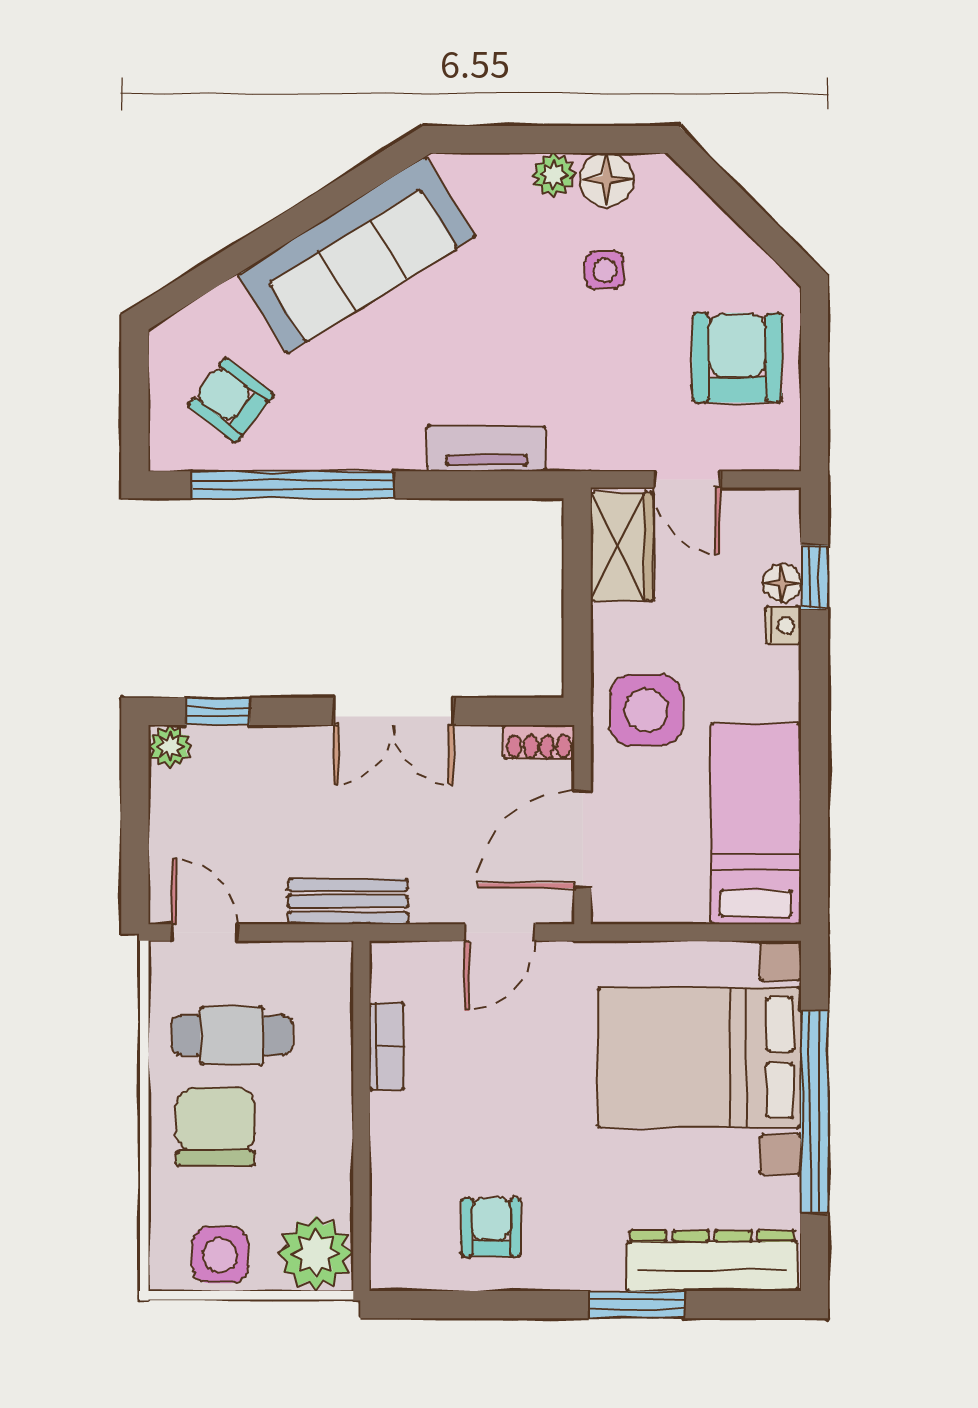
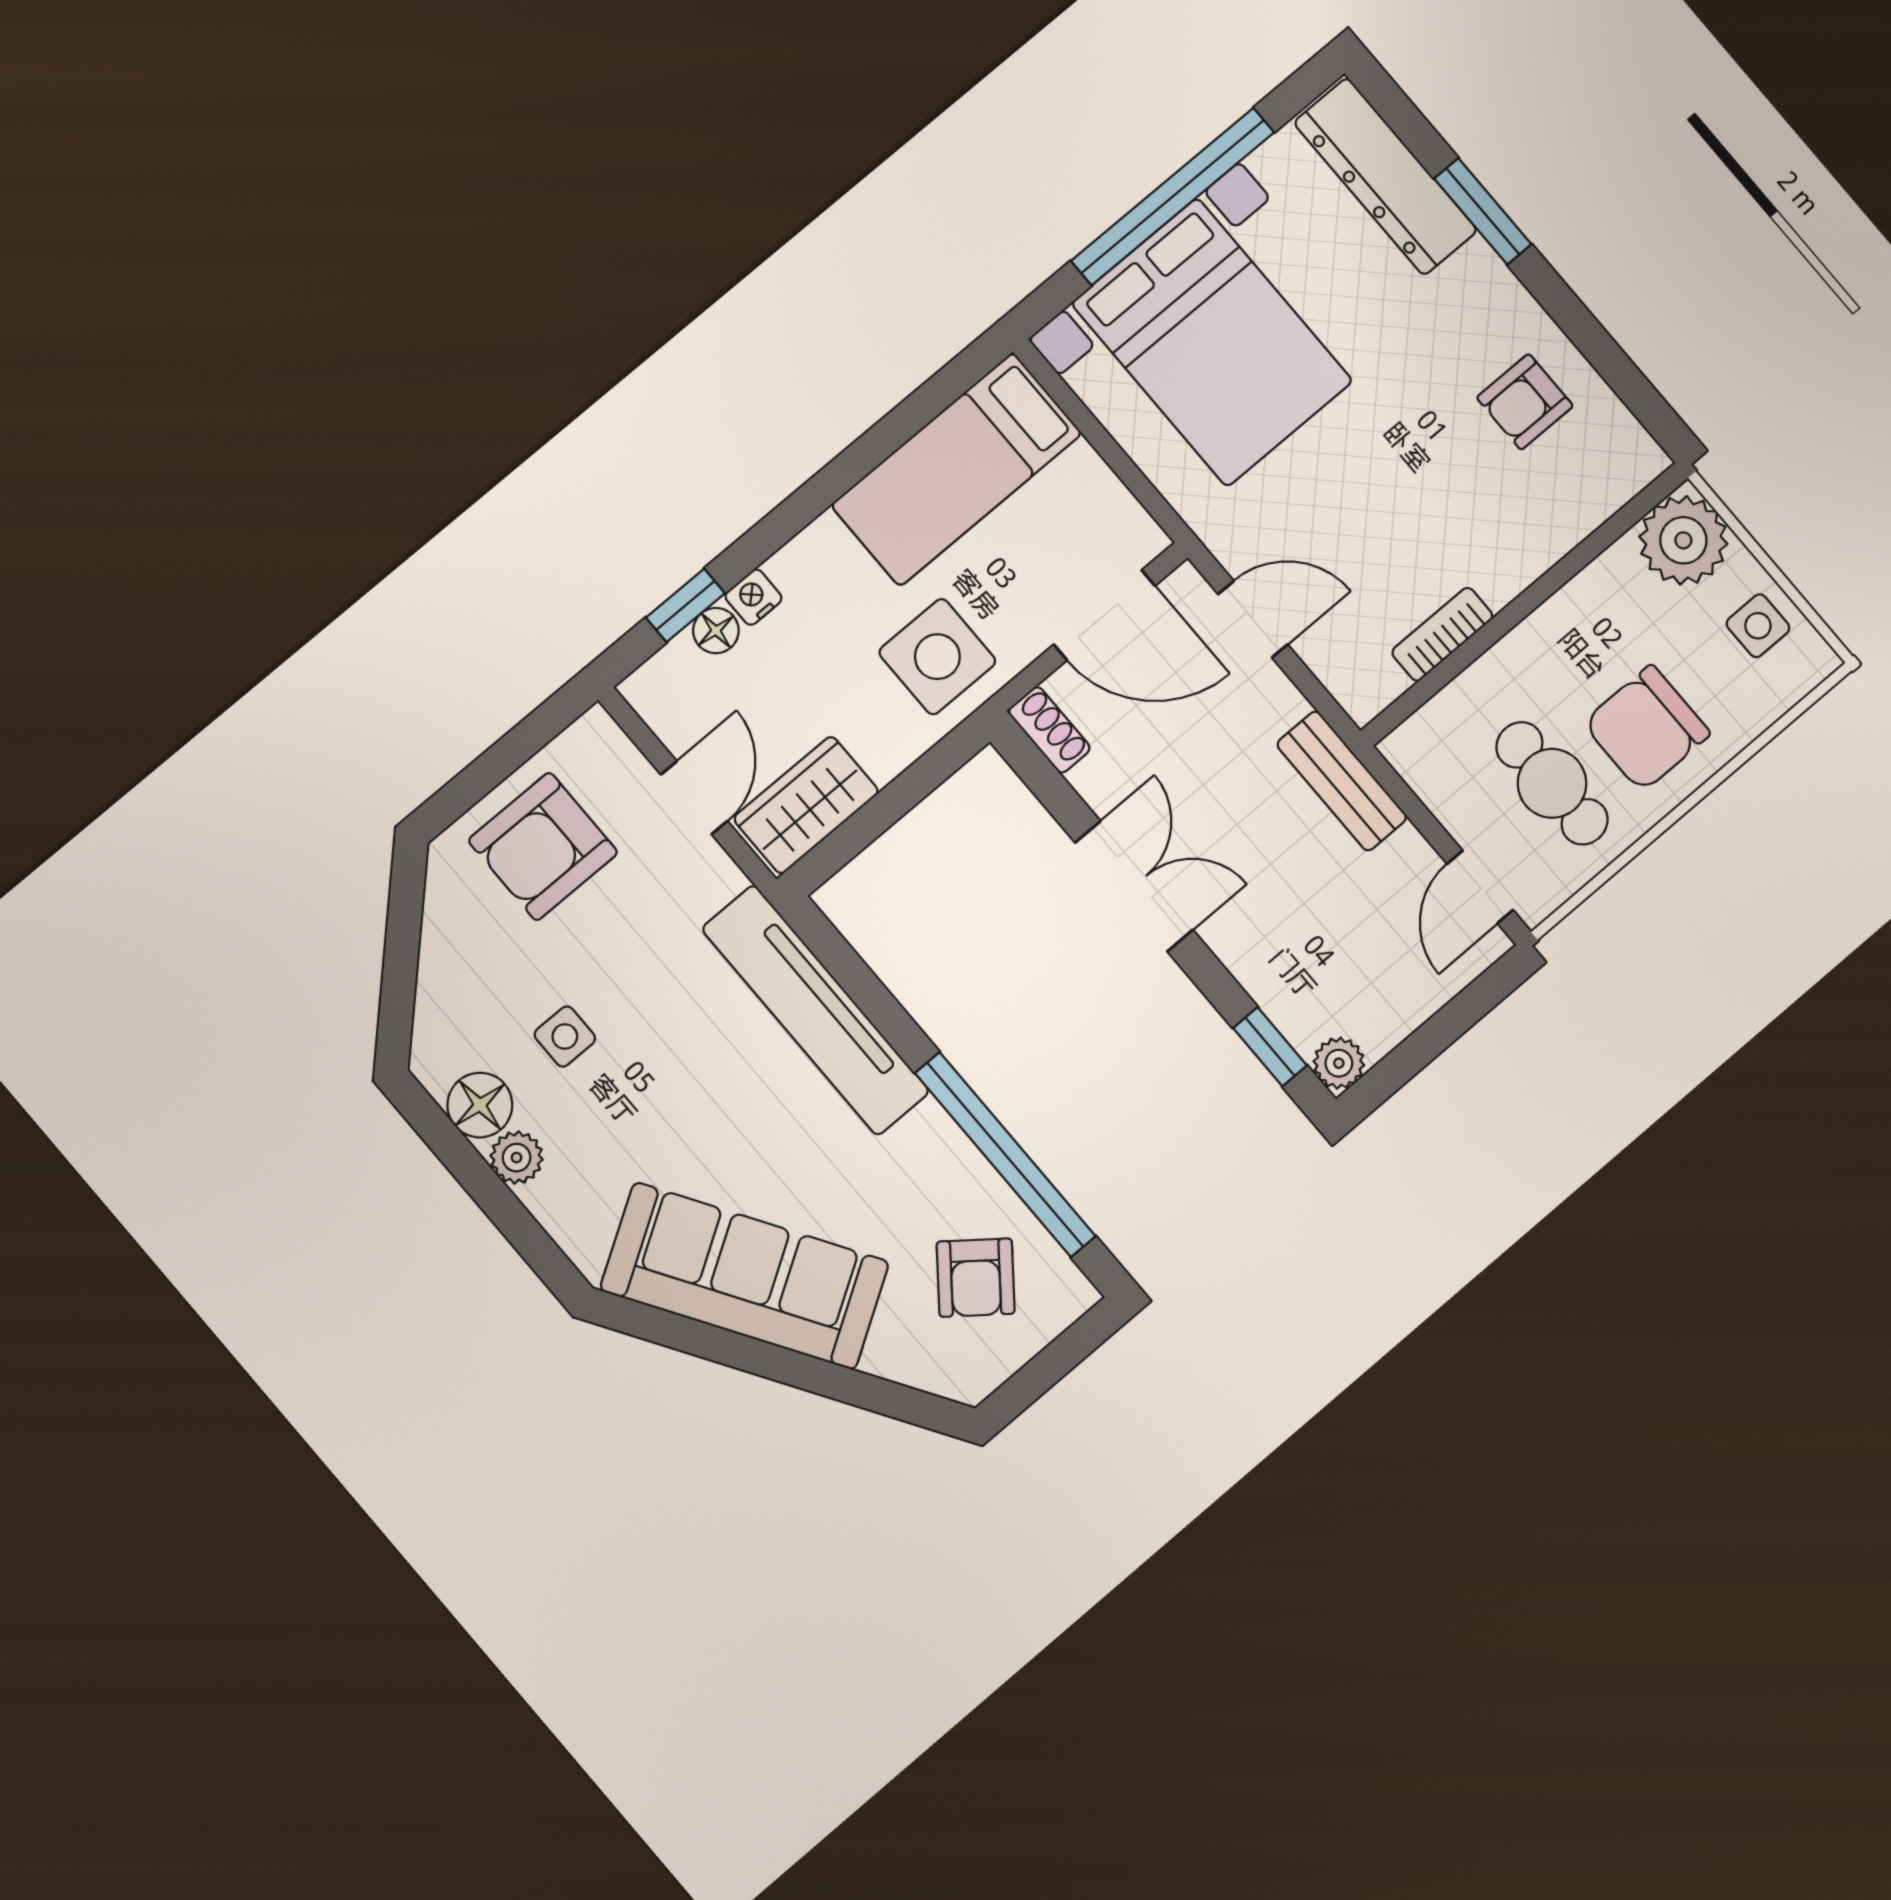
tv unit: (487, 449) -> (816, 1010), width x1.92, depth x1.29
side table: (220, 1255) -> (1758, 626), width x0.73, depth x0.73

